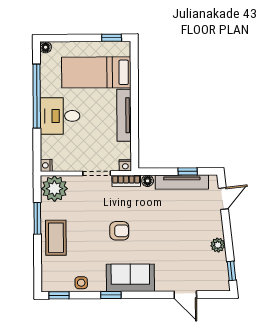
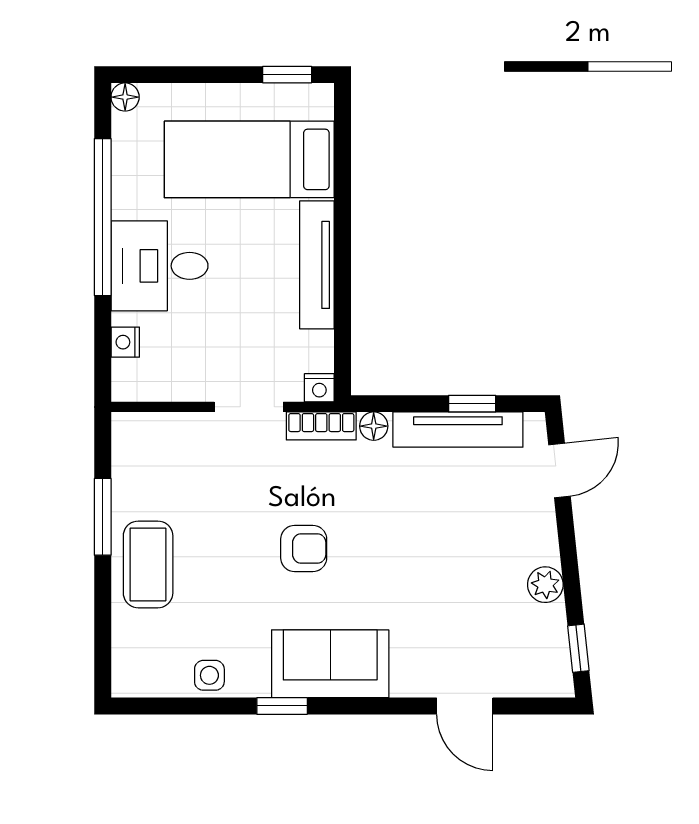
nightstand: (46, 165) -> (125, 342), moved
plant: (54, 189) -> (145, 444), removed
window: (59, 295) -> (155, 706), removed

